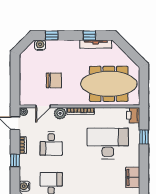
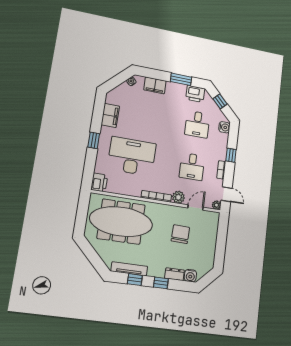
window: (52, 35) -> (161, 283), moved
dresser: (55, 45) -> (175, 274), added
chair: (54, 80) -> (180, 234), turned 92
window: (144, 137) -> (94, 140), moved
desk: (51, 143) -> (192, 167), turned 180
desk: (108, 143) -> (132, 156), turned 180

